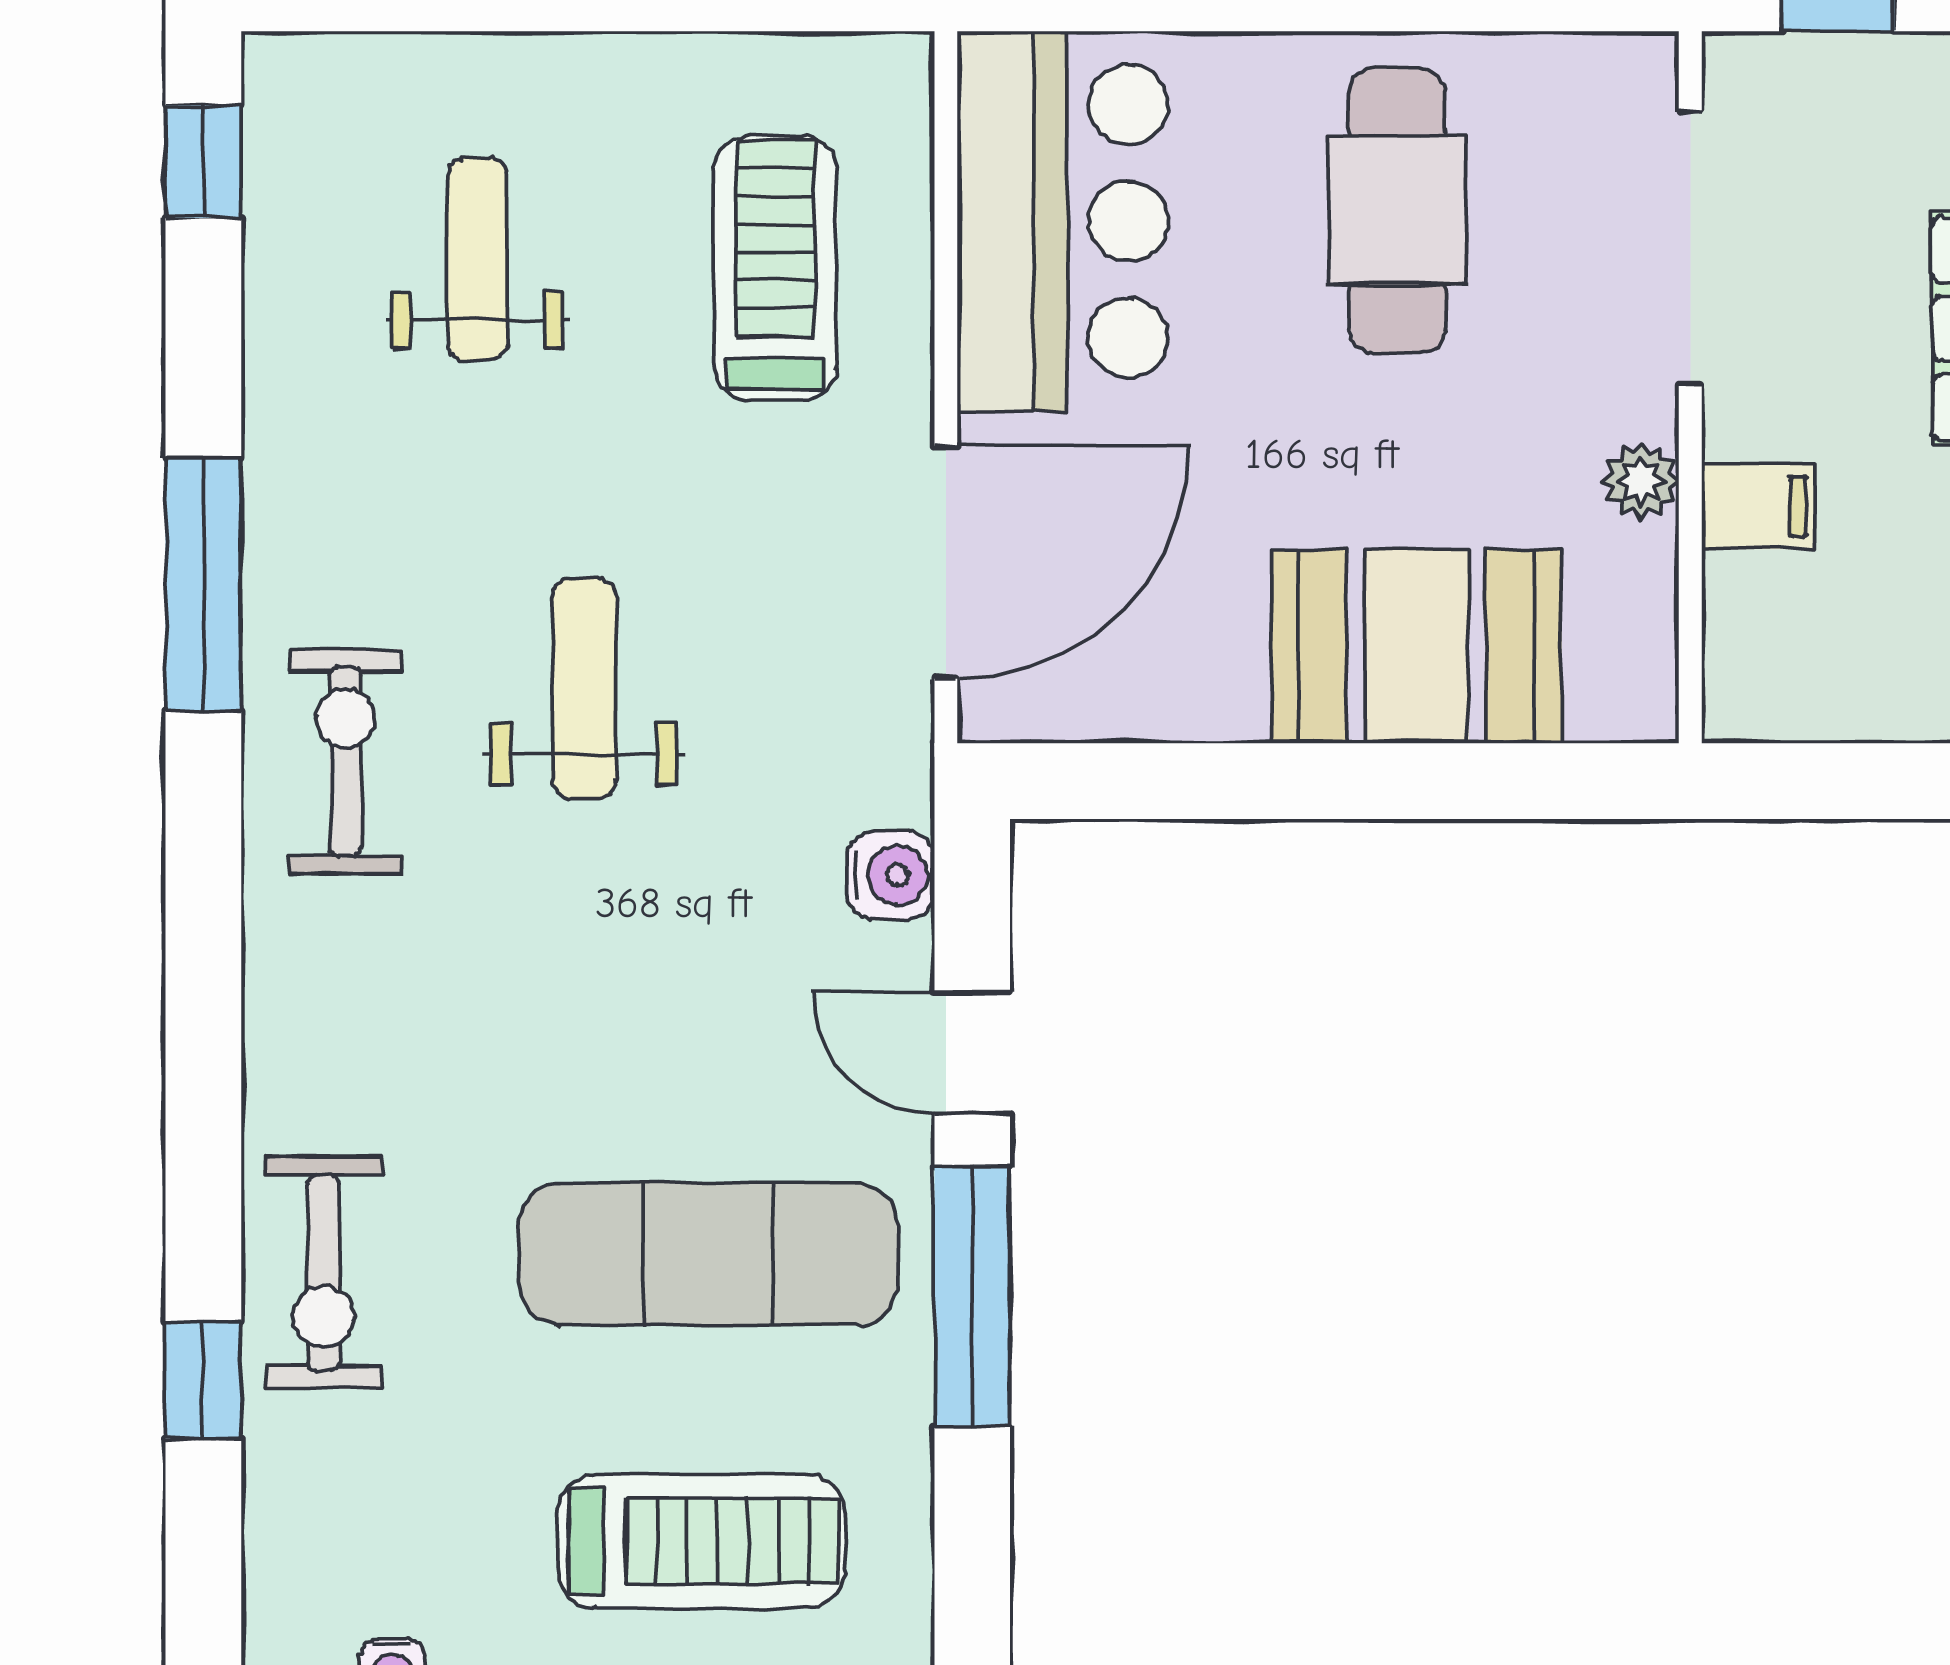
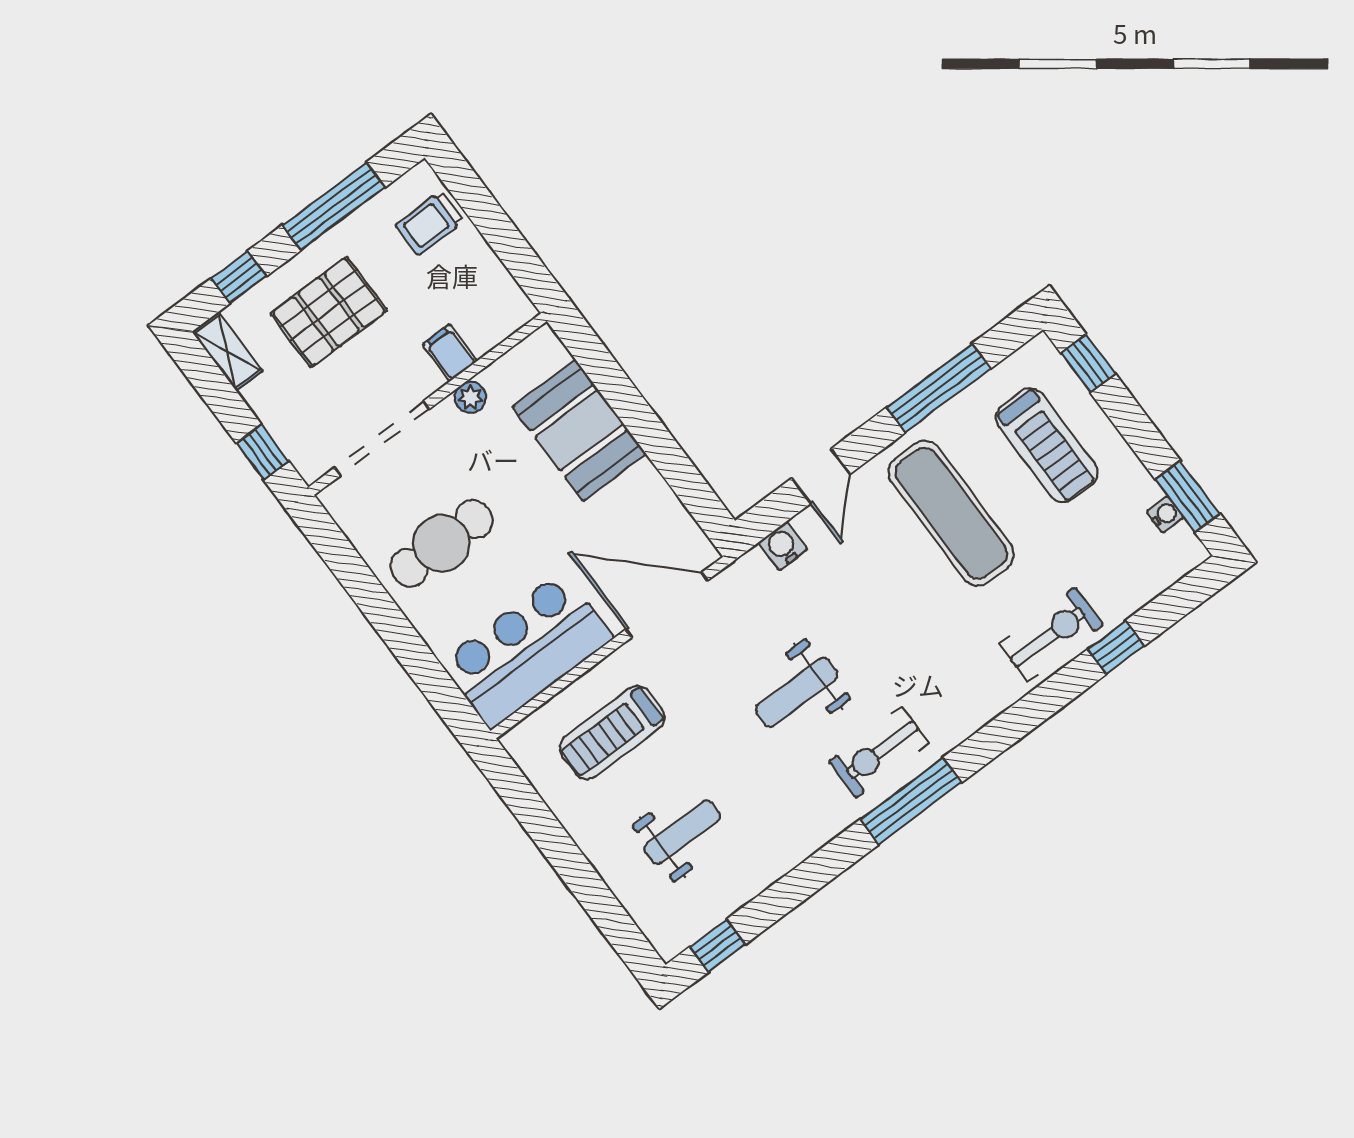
weight bench: (477, 259) -> (682, 832), turned 180
window: (203, 584) -> (911, 801), moved
window: (972, 1296) -> (939, 388), moved
treadmill: (701, 1541) -> (1047, 445), turned 180

